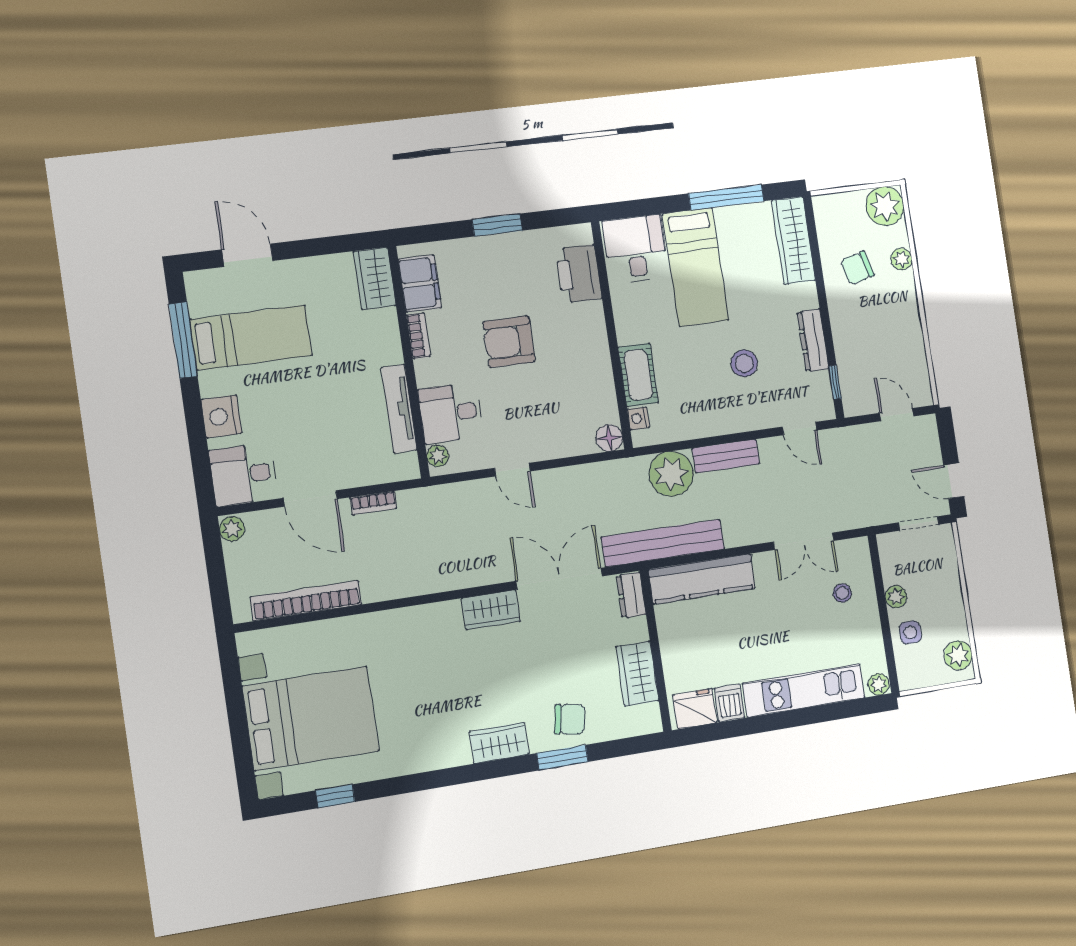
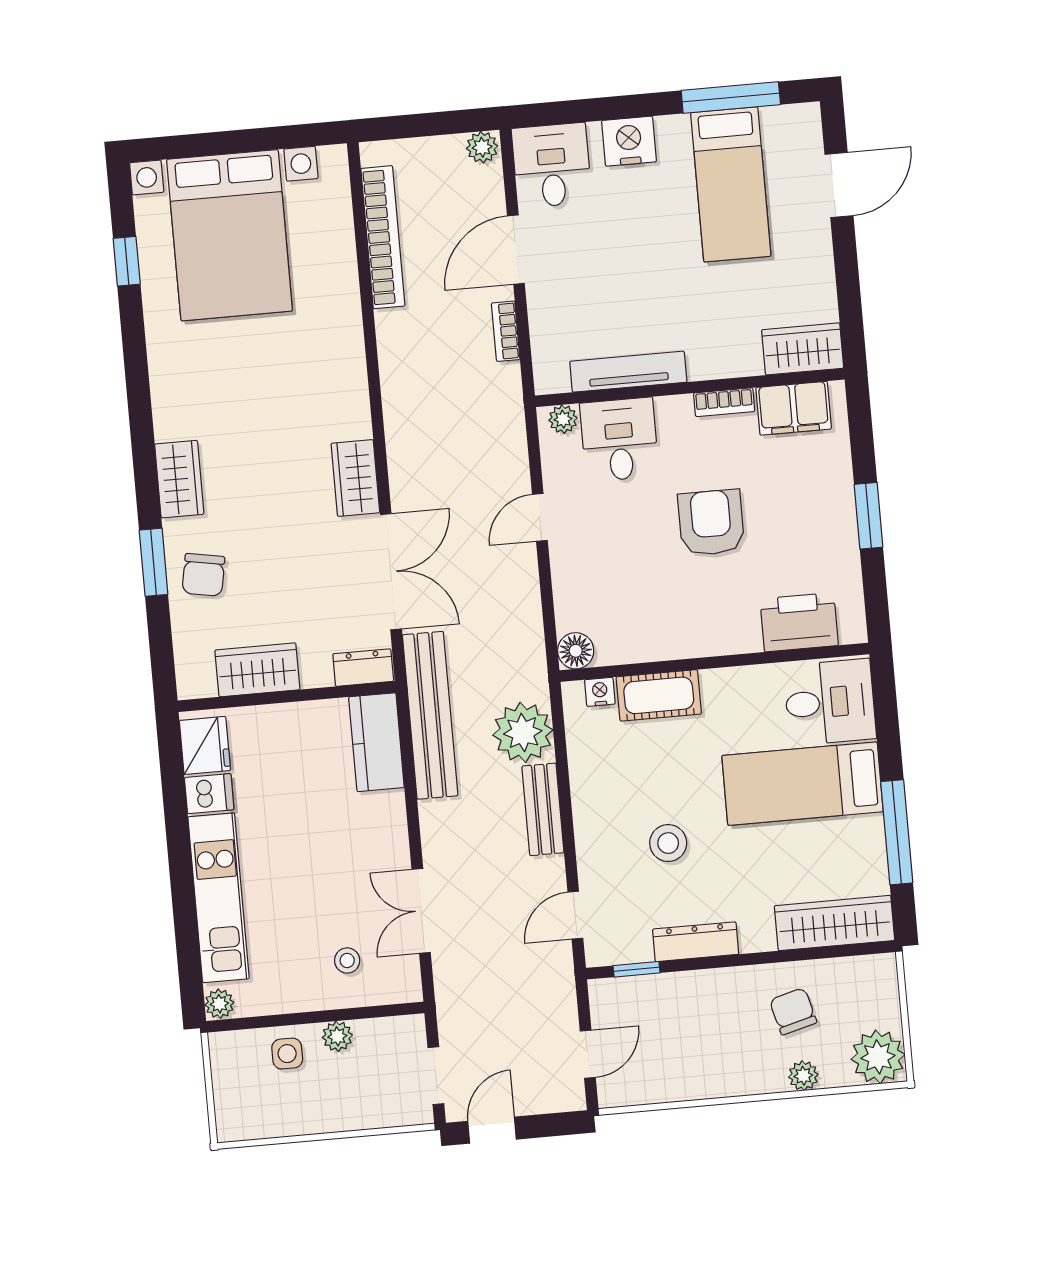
kitchen counter: (702, 579) -> (376, 742), width x0.67
plant: (958, 655) -> (251, 1120), removed

